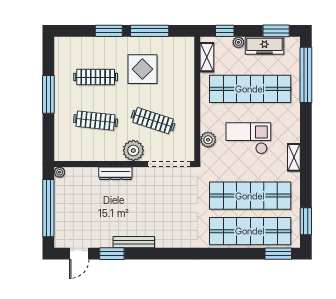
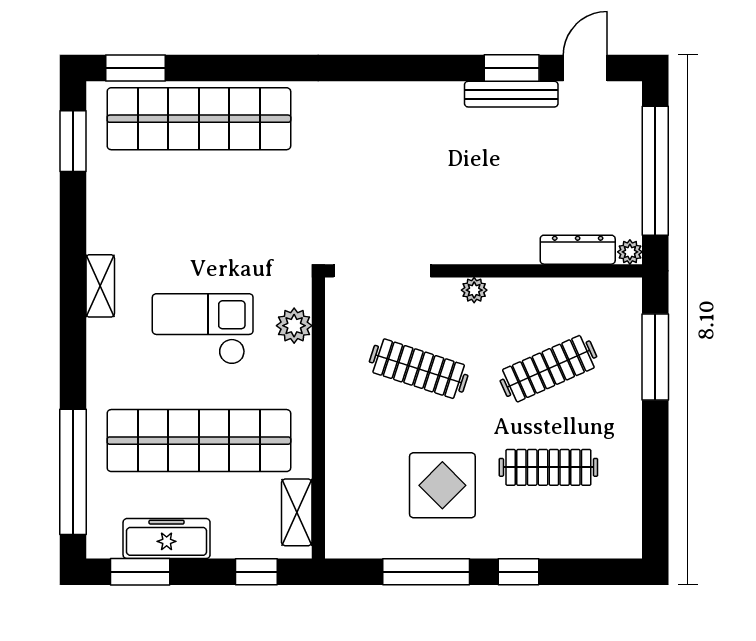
window: (109, 31) -> (518, 572), width x0.67
plant: (238, 42) -> (225, 546), removed
window: (48, 94) -> (655, 357), moved
clothes rail: (96, 121) -> (548, 369), turned -30
checkout: (248, 138) -> (203, 329), turned 180
plant: (133, 150) -> (474, 290), width x0.53, depth x0.53
dresser: (115, 173) -> (578, 250), moved
shop shelf: (250, 196) -> (199, 199), removed
bench: (134, 242) -> (511, 94), moved

